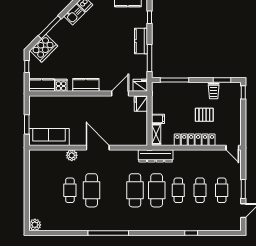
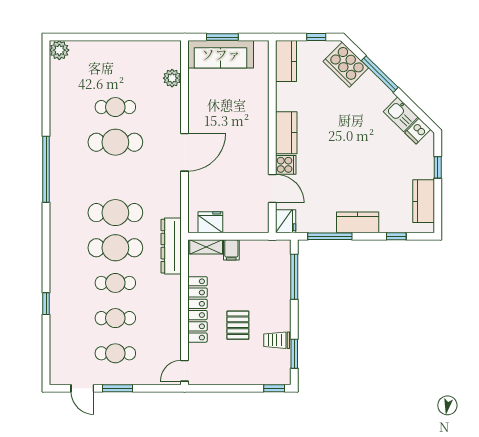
cooker: (61, 85) -> (286, 165), moved
fridge: (141, 104) -> (210, 222), moved
sofa: (49, 137) -> (221, 54), moved, turned 90
plant: (72, 155) -> (172, 78), moved

